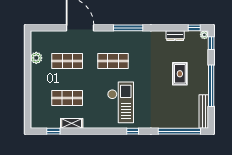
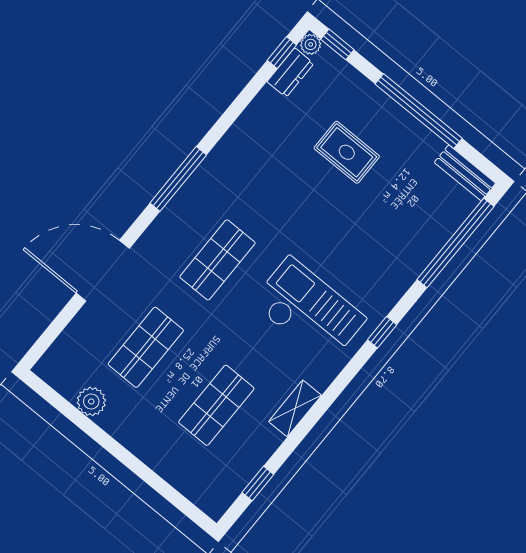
dresser: (175, 36) -> (290, 72), moved
bench: (204, 112) -> (465, 173), width x0.73
shelving: (72, 123) -> (295, 408), moved

